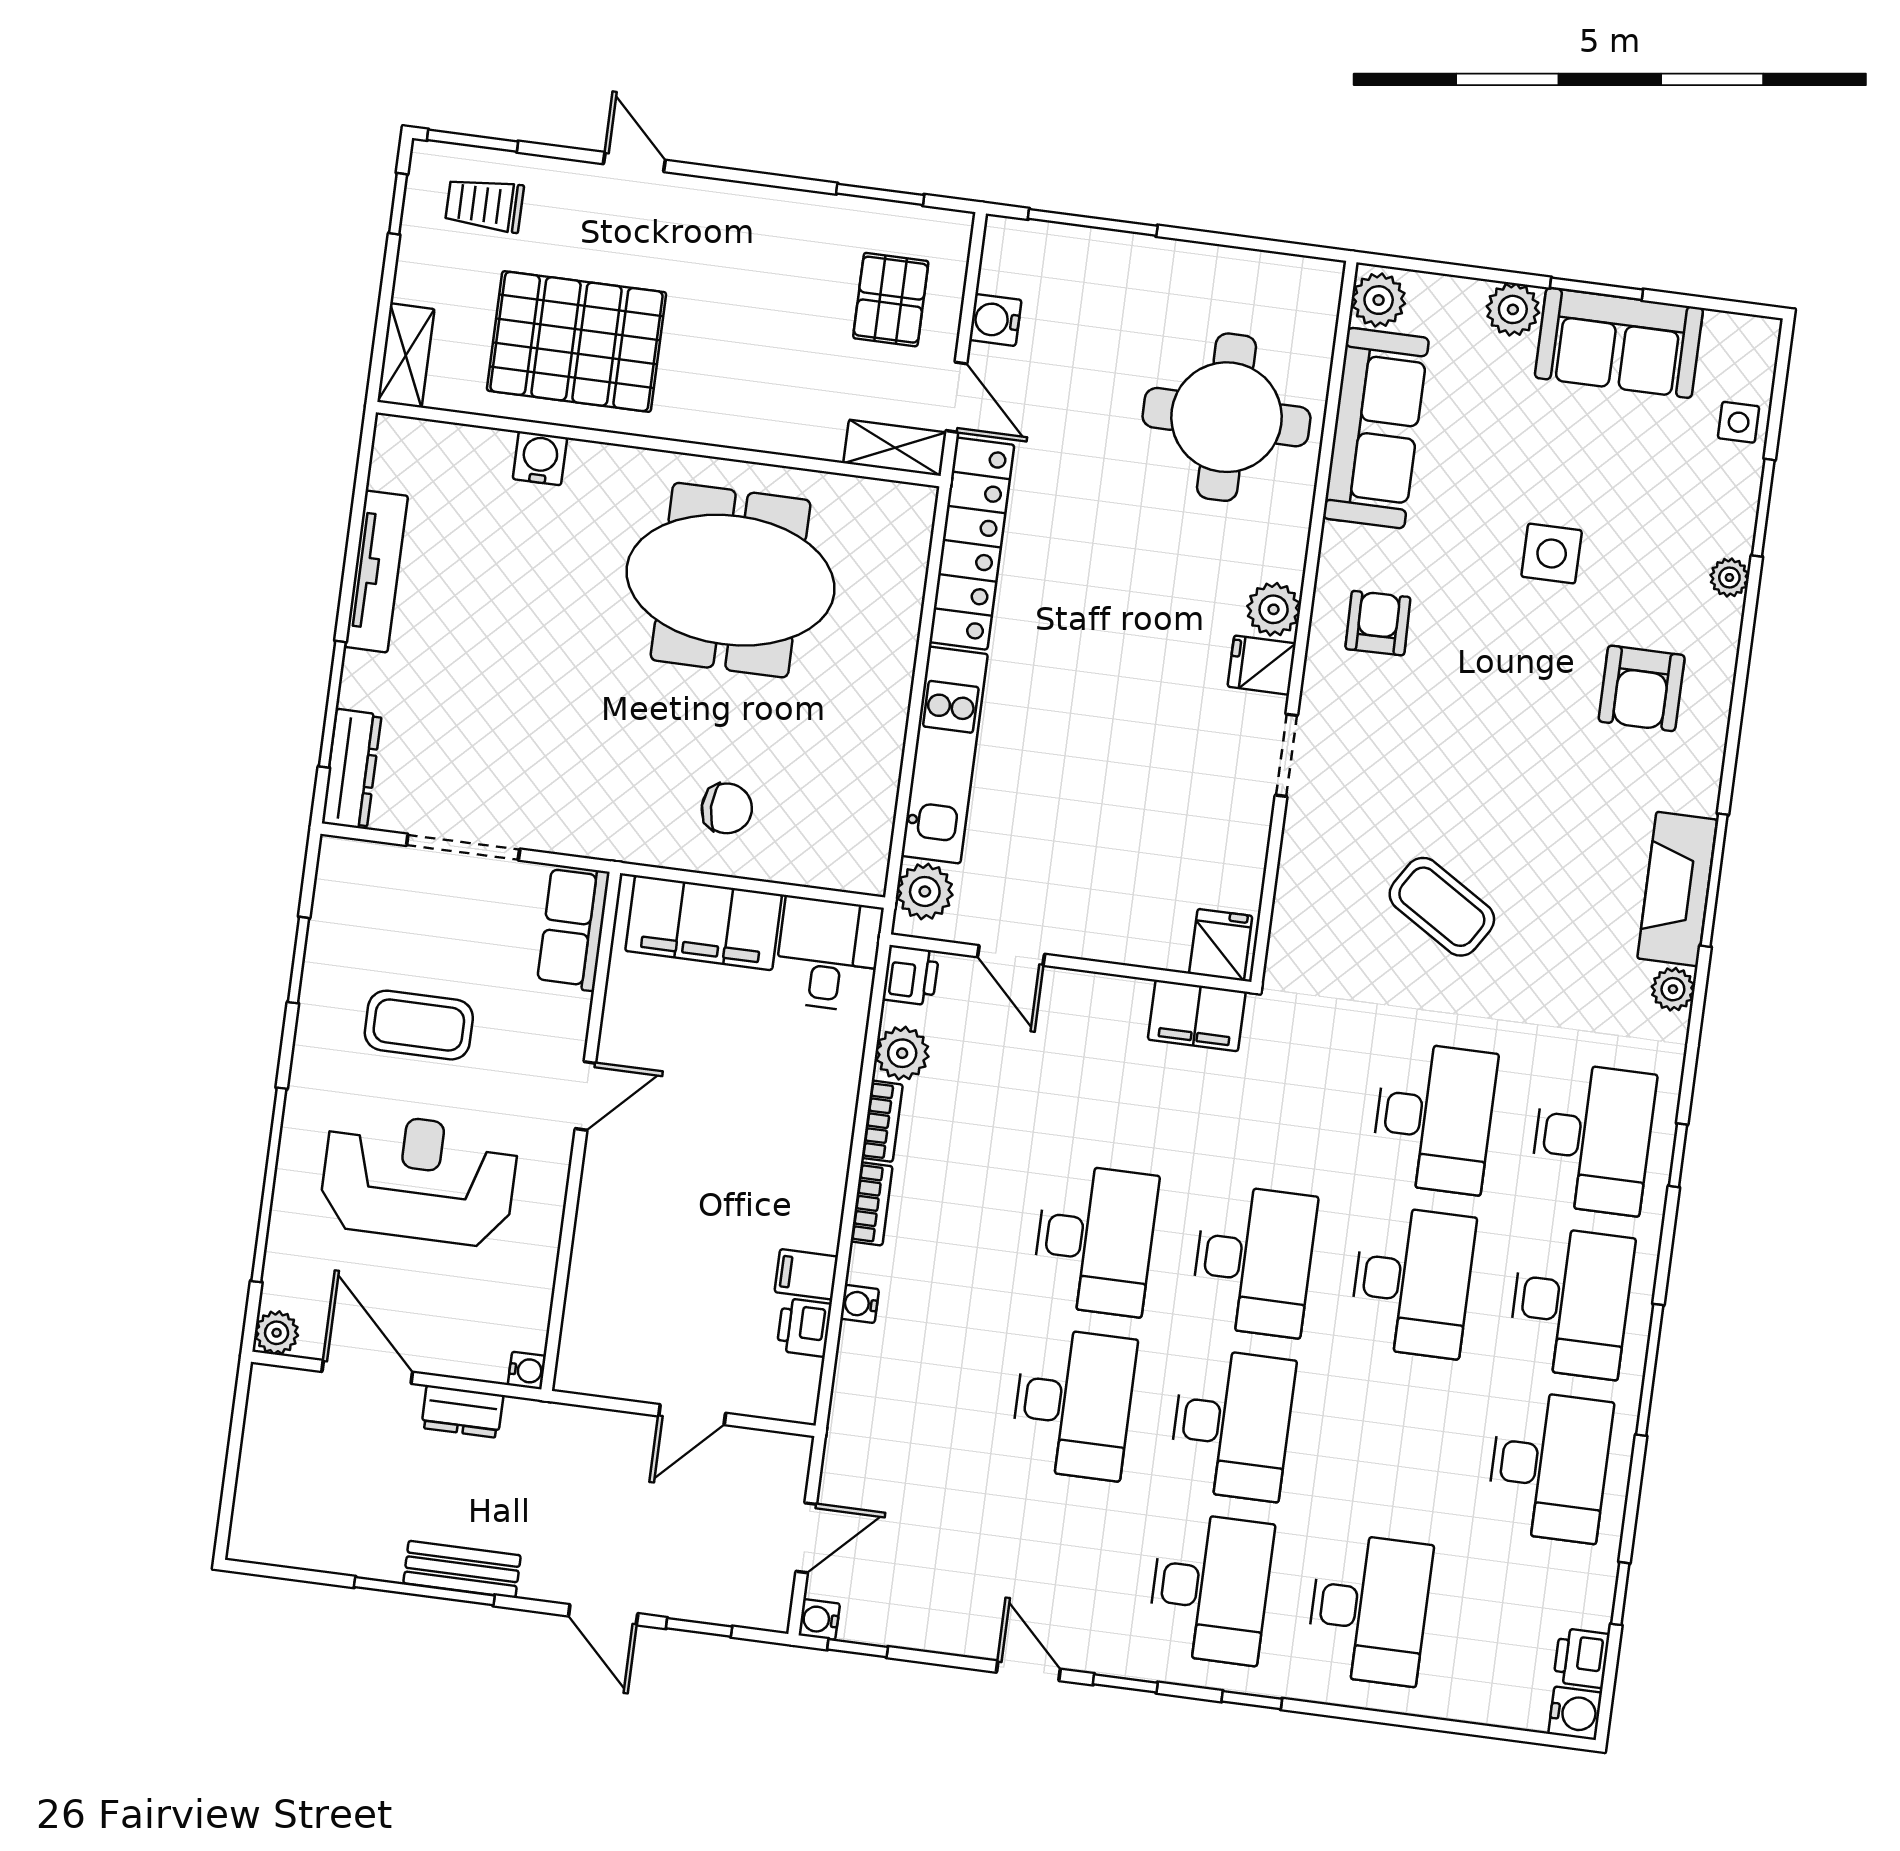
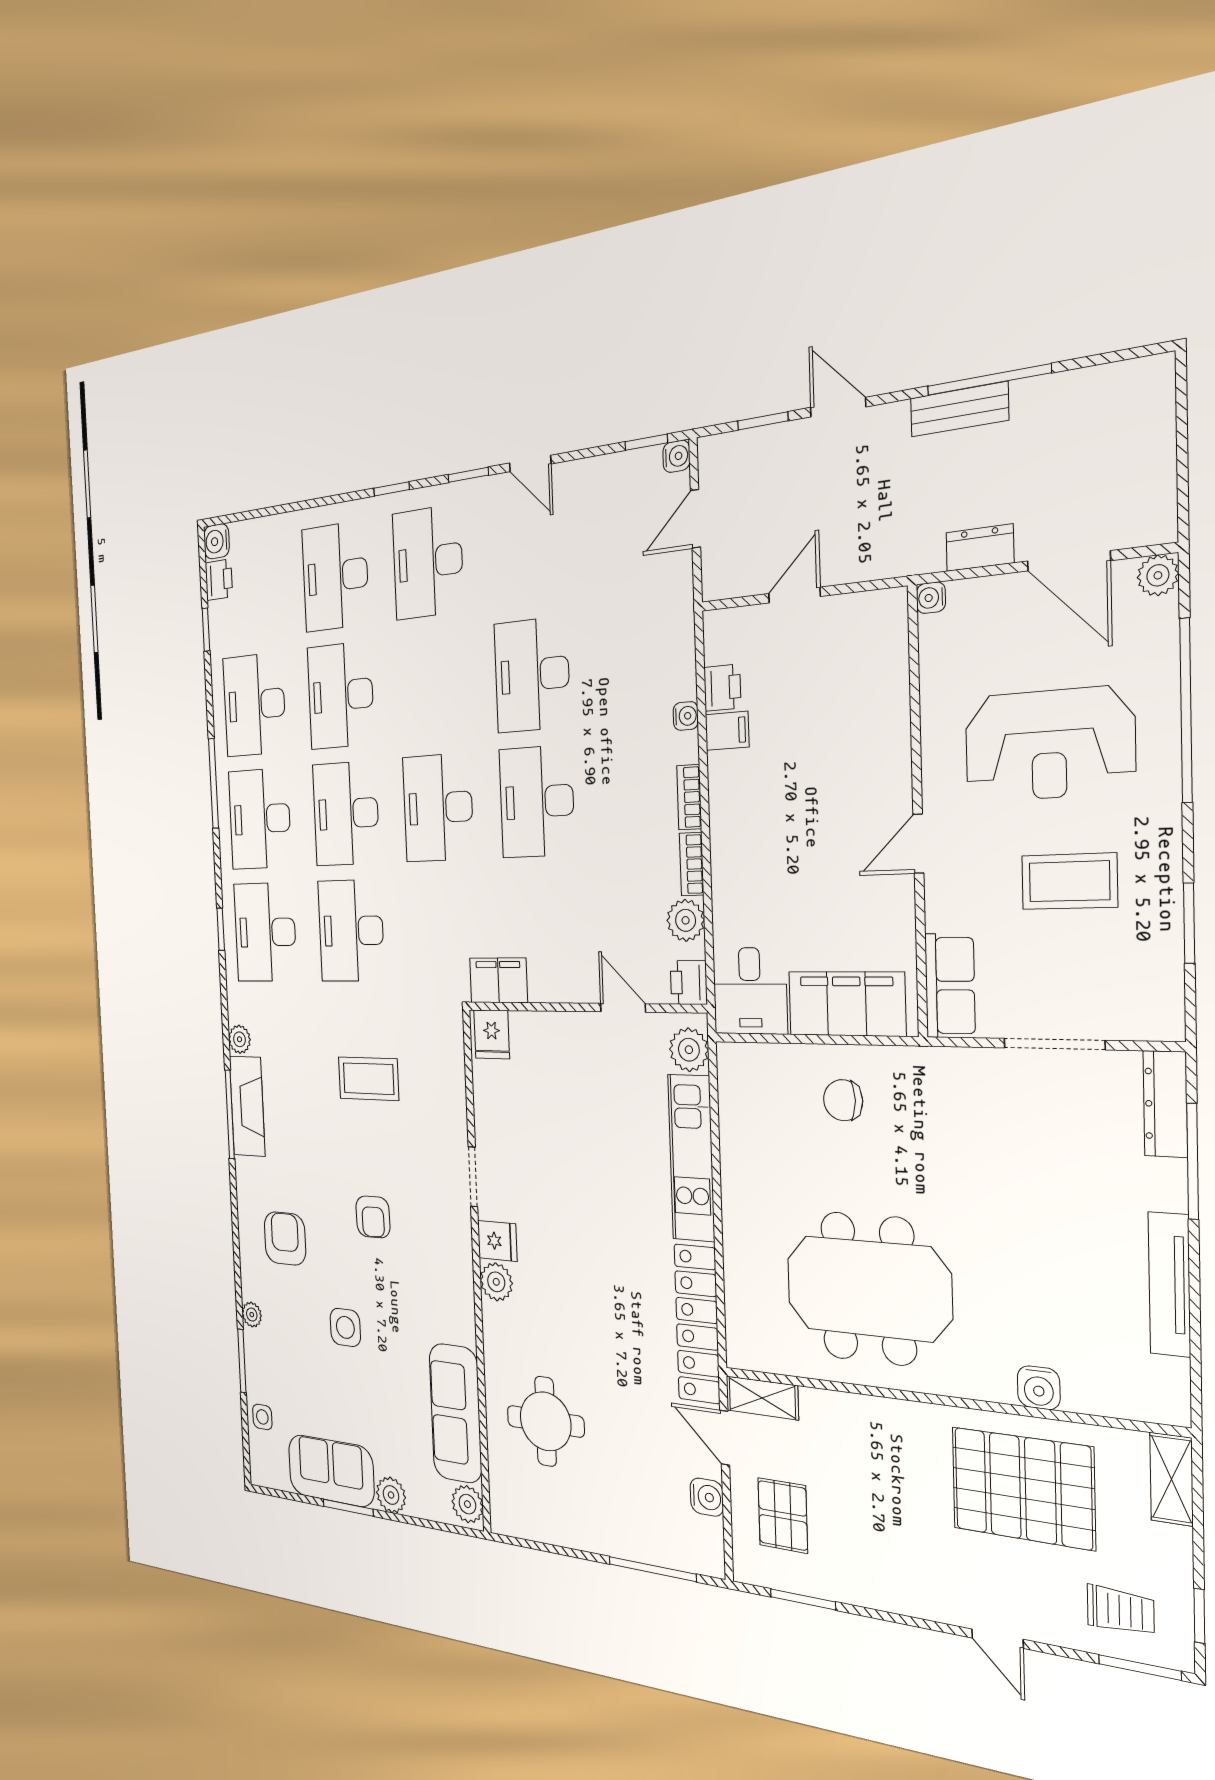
round table: (1227, 417) -> (546, 1421), width x0.73, depth x0.73
armchair: (1378, 623) -> (373, 1217), moved
coffee table: (1442, 907) -> (368, 1079), turned -32
desk: (1232, 1424) -> (341, 695), moved

